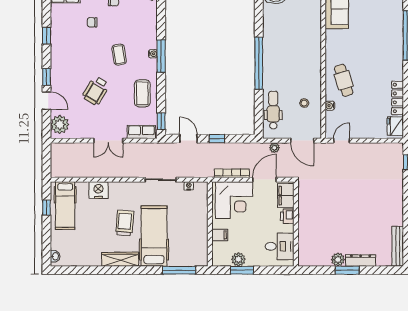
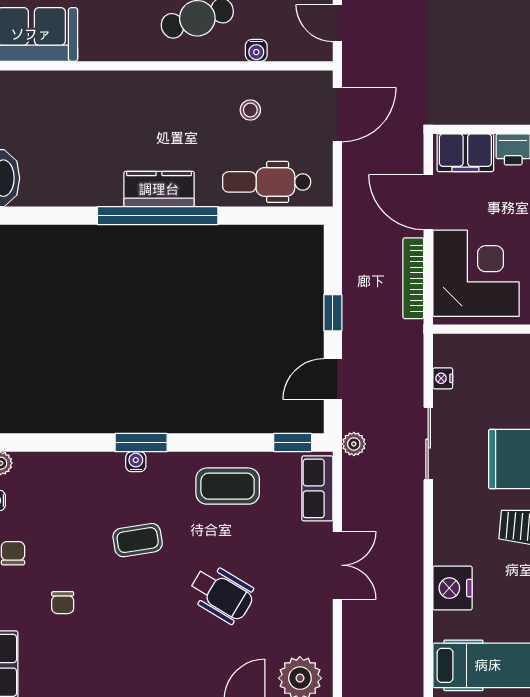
window: (161, 56) -> (141, 443), width x0.69
kitchen counter: (270, 64) -> (159, 189), added
plant: (274, 148) -> (354, 444), moved

